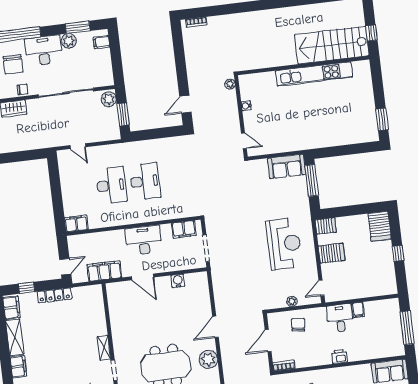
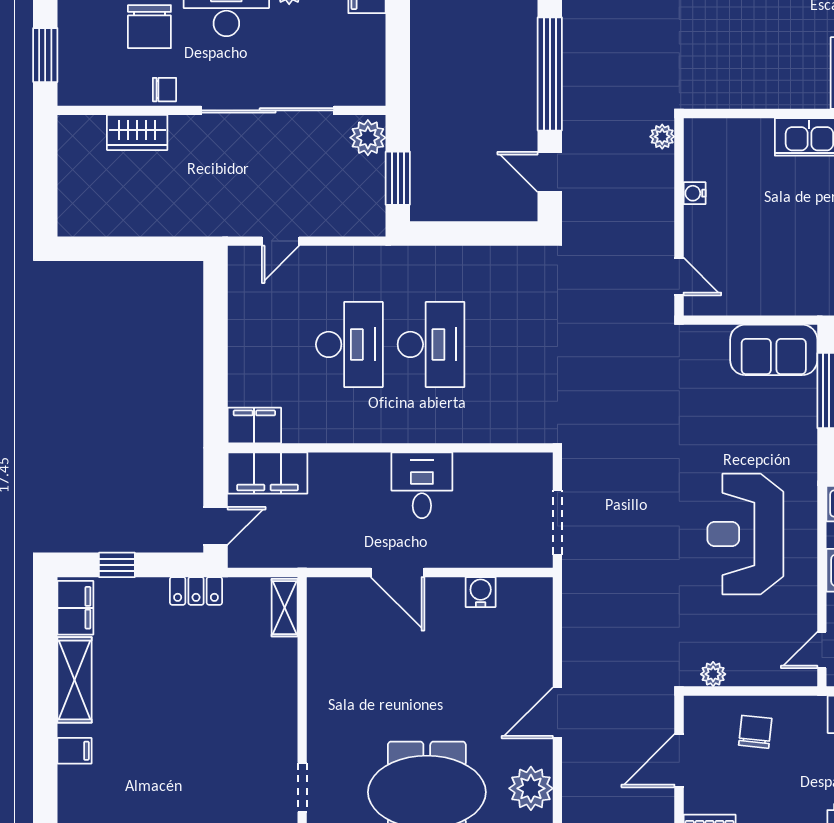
window: (181, 64) -> (550, 74), added
door: (185, 104) -> (550, 172), hinge flipped
door: (78, 146) -> (280, 241), hinge flipped
filing cabinet: (184, 229) -> (510, 471), removed
desk: (144, 240) -> (422, 485), width x0.73
reception desk: (284, 244) -> (745, 534), turned 180
filing cabinet: (104, 271) -> (267, 473), moved, turned 180
locker: (54, 295) -> (196, 591), width x0.66
plant: (292, 301) -> (713, 674), moved
shelving: (104, 348) -> (285, 608), moved
filing cabinet: (18, 367) -> (74, 751), width x0.50

